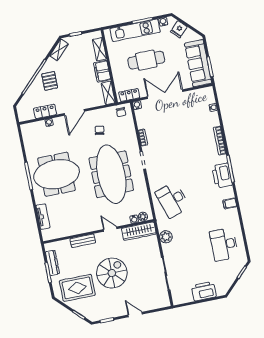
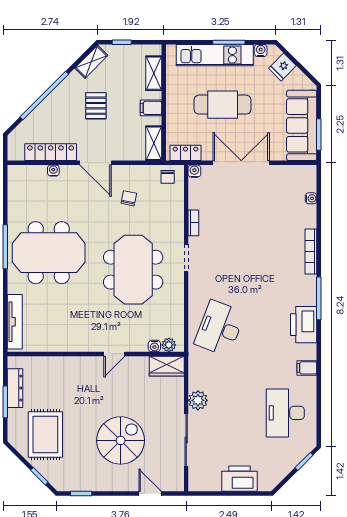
filing cabinet: (102, 71) -> (151, 108), width x0.50
pallet: (50, 81) -> (96, 106), moved
locker: (45, 111) -> (51, 152), width x1.53
door: (74, 112) -> (95, 163), hinge flipped
meeting table: (111, 174) -> (133, 270), width x0.73
printer: (222, 176) -> (304, 325), moved
desk: (172, 200) -> (220, 328), turned 39
filing cabinet: (230, 203) -> (307, 368), moved
tv unit: (43, 217) -> (15, 322), width x1.41
door: (110, 229) -> (114, 354), swing flipped
wardrobe: (139, 231) -> (167, 366), width x0.67
plant: (166, 237) -> (198, 400), moved
bench: (83, 241) -> (68, 363), removed
spiral stairs: (112, 273) -> (121, 440), moved
rug: (77, 288) -> (45, 434), turned 90
door: (135, 315) -> (150, 494), moved

